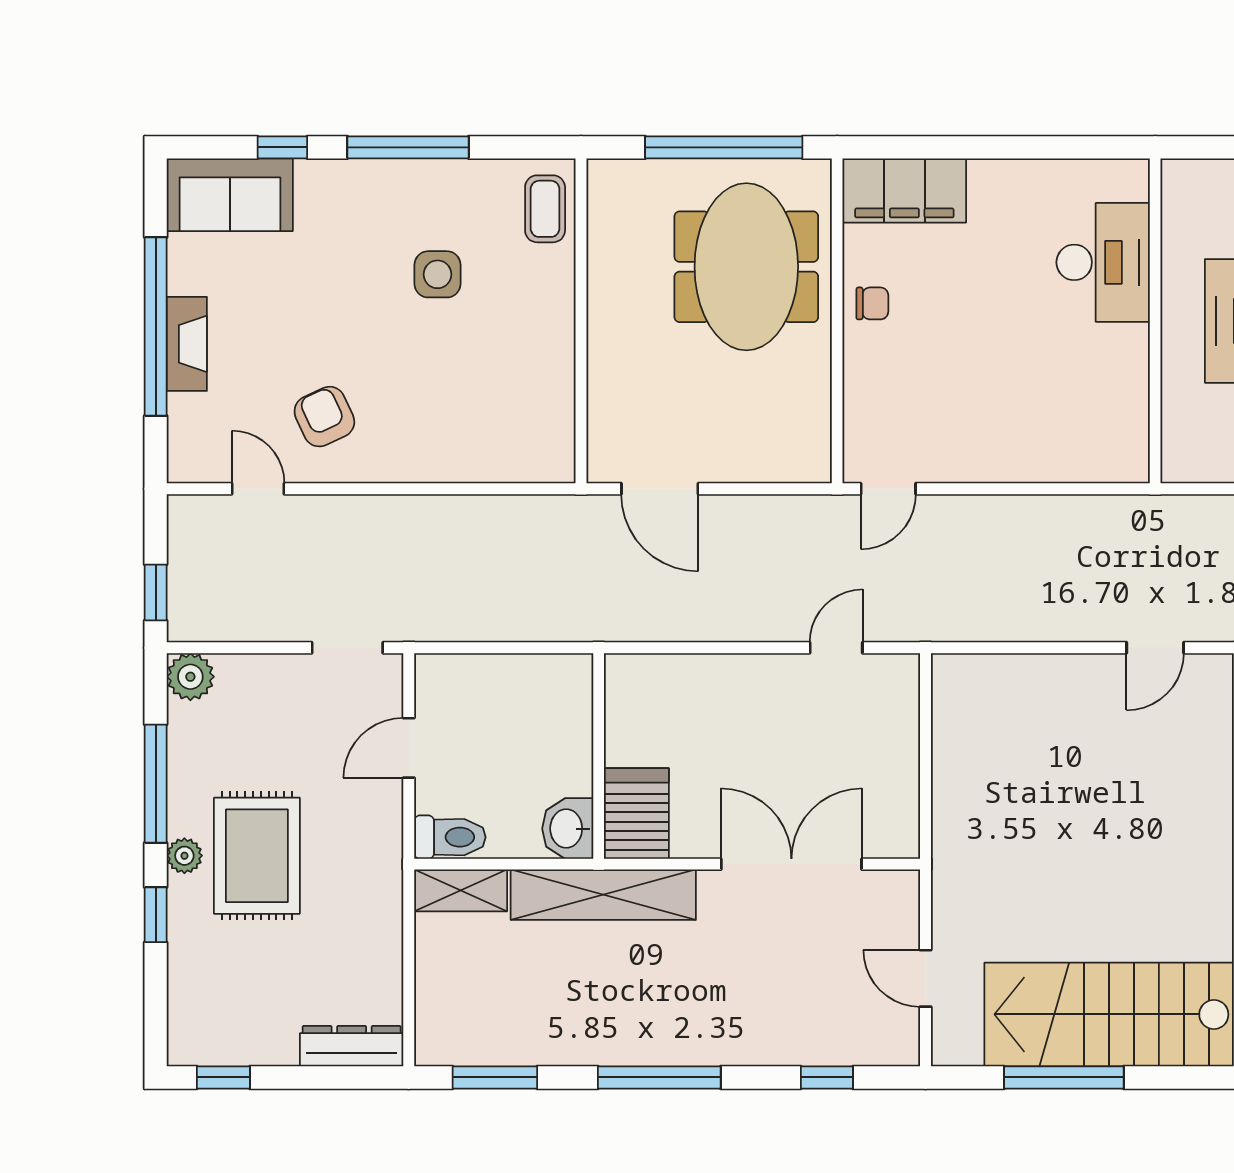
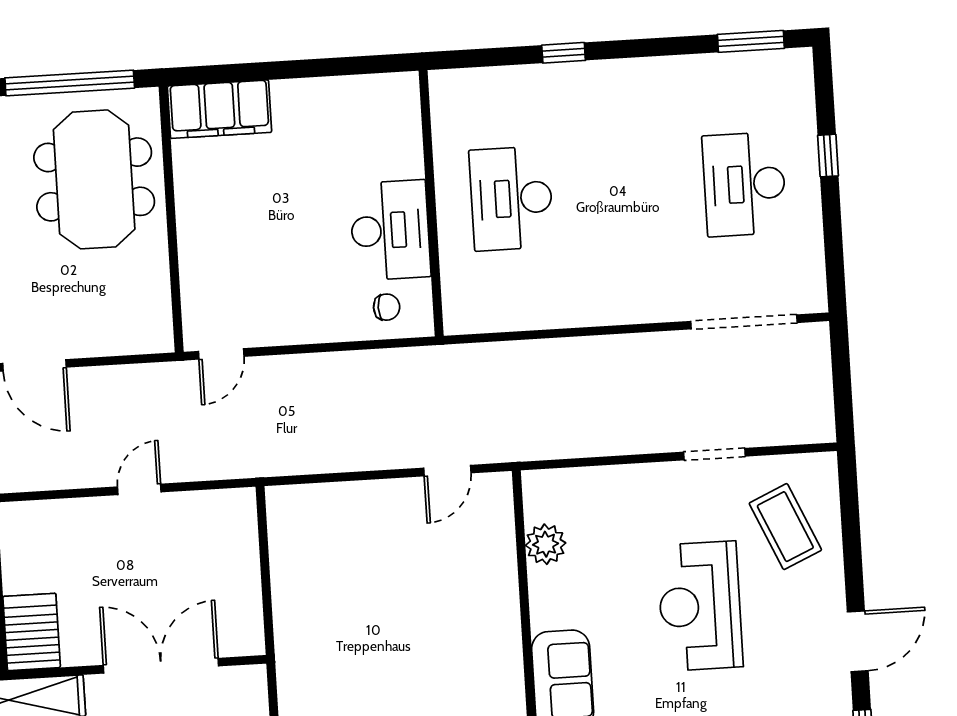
desk: (1103, 262) -> (390, 230), moved
chair: (872, 303) -> (387, 307), moved
door: (836, 648) -> (139, 489), moved

